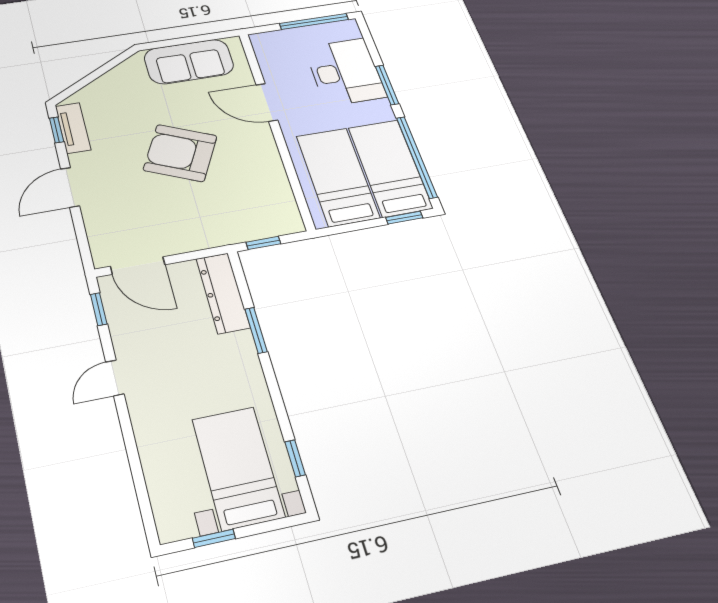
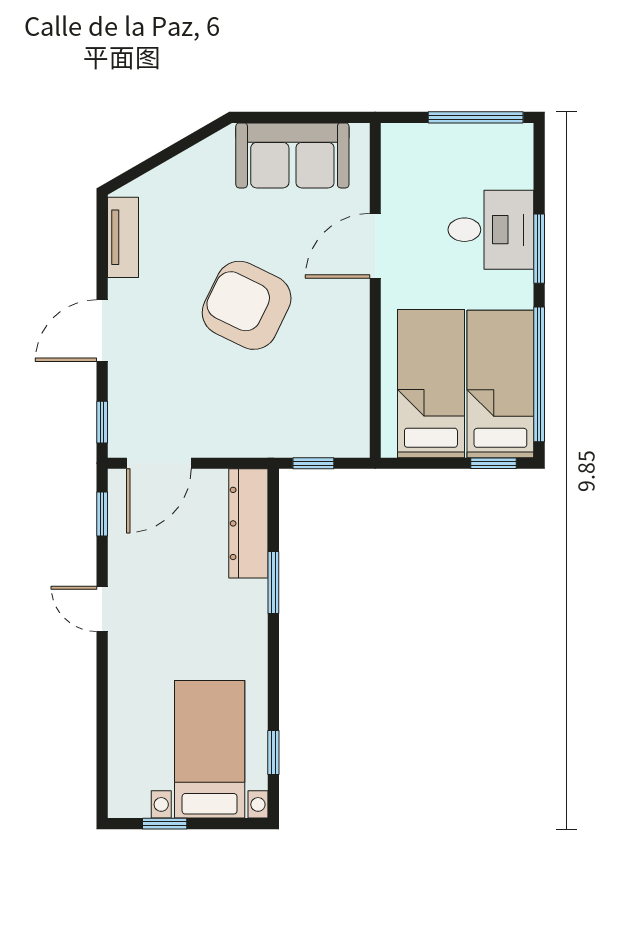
desk: (345, 72) -> (491, 230), width x0.73
door: (267, 102) -> (375, 246), hinge flipped
window: (57, 130) -> (102, 422), moved
door: (138, 265) -> (159, 463), hinge flipped
door: (115, 378) -> (102, 609), hinge flipped

